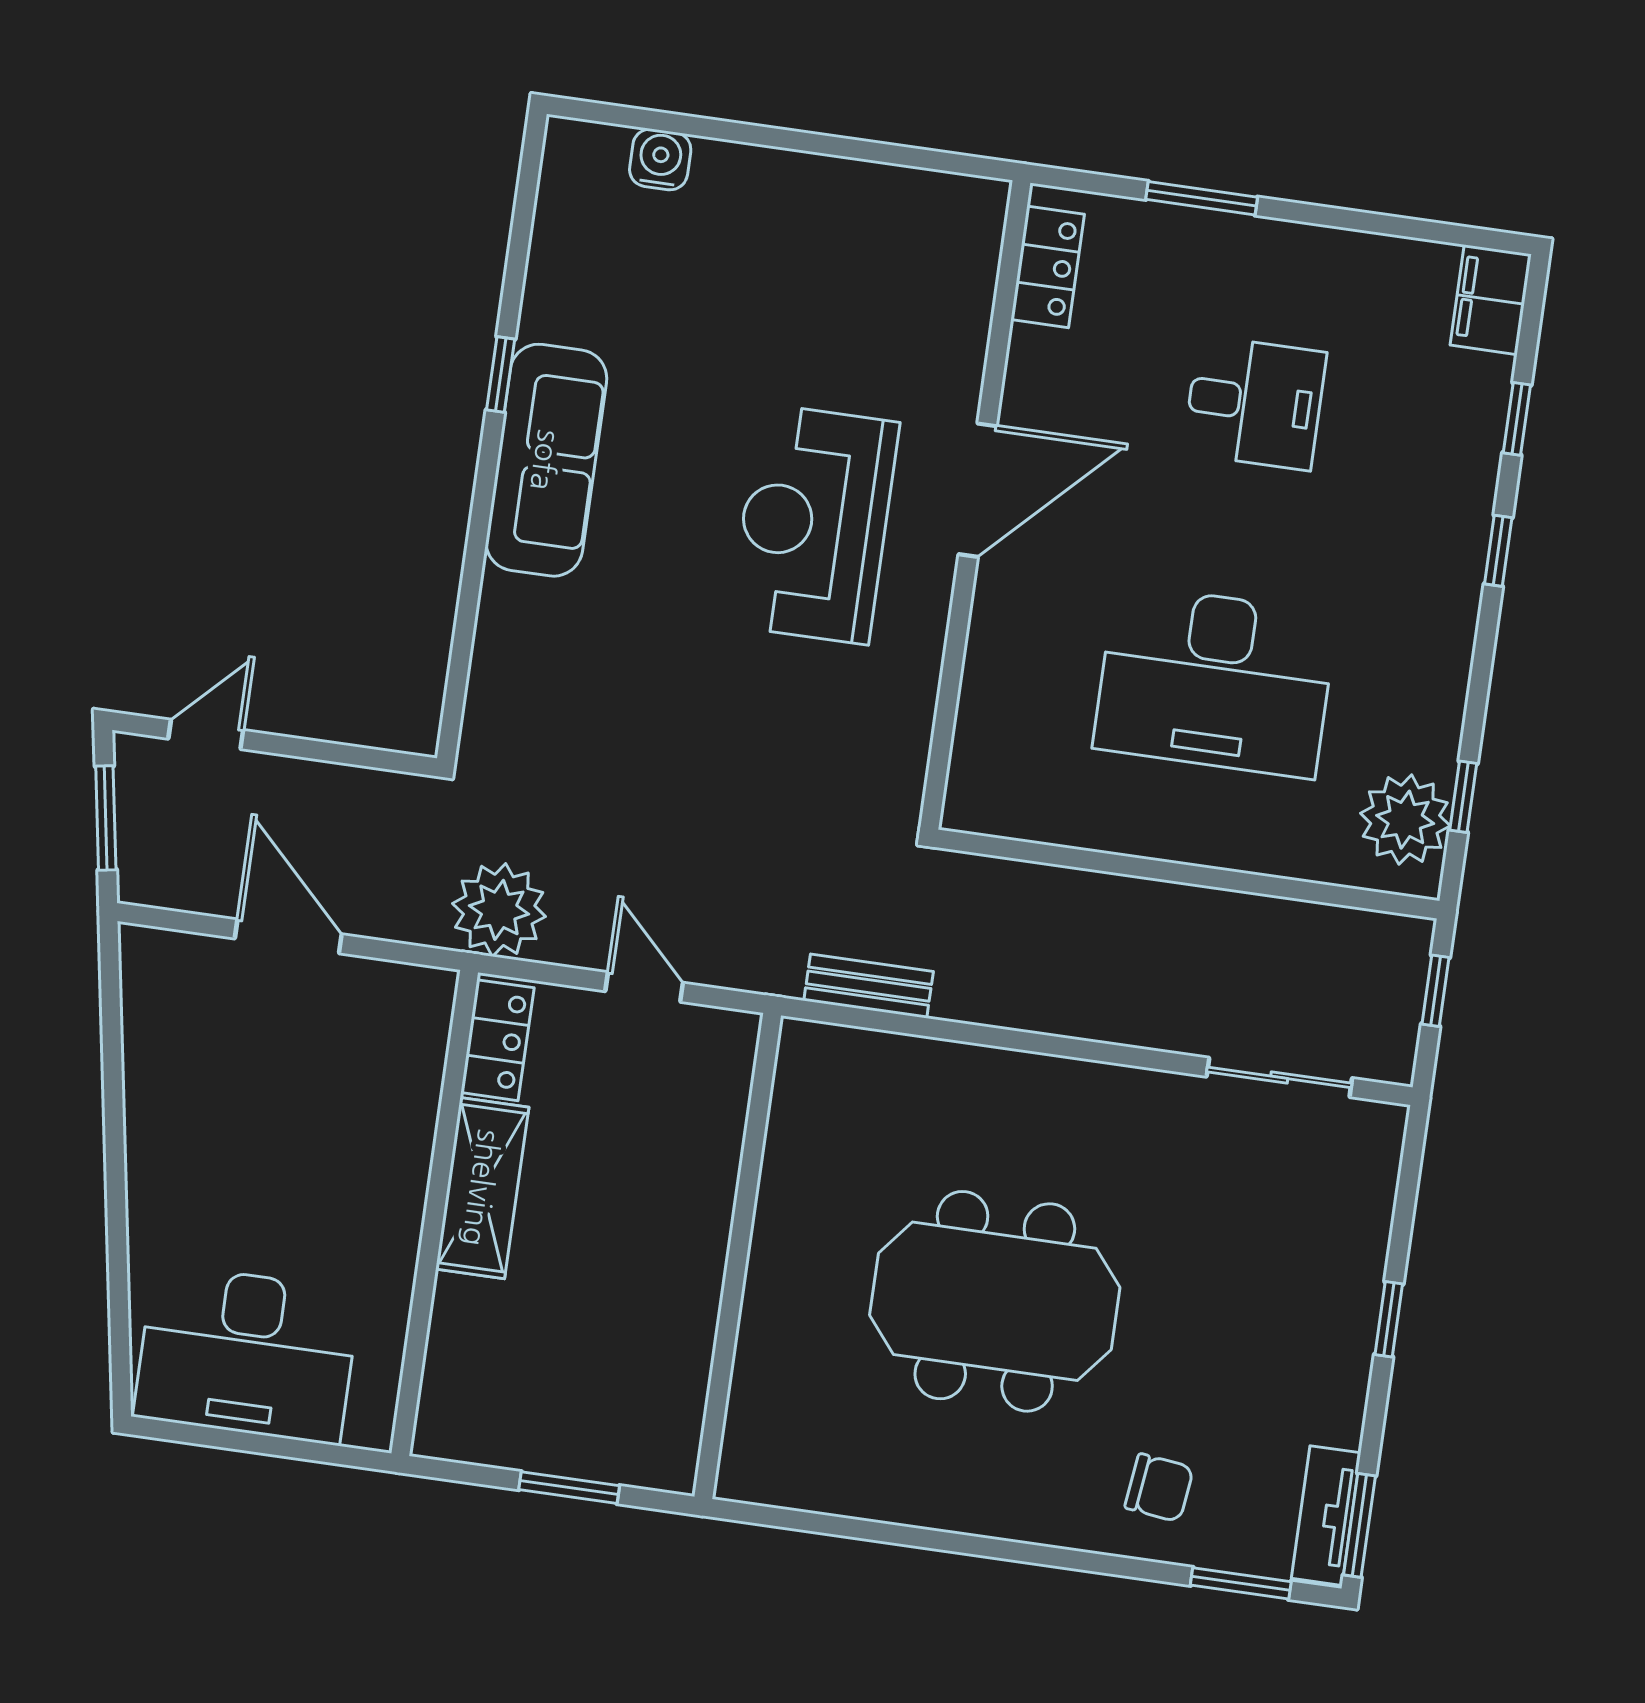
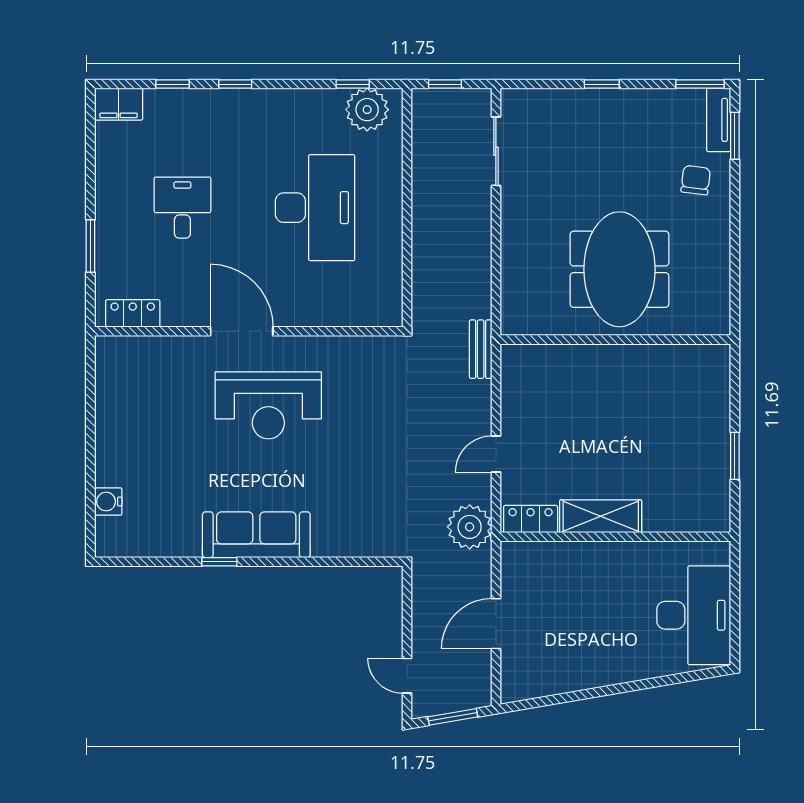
wall: (738, 1256) -> (615, 340), moved
tv unit: (1326, 1516) -> (719, 120), moved, turned 90

